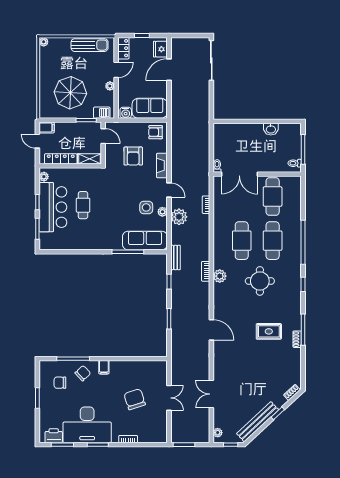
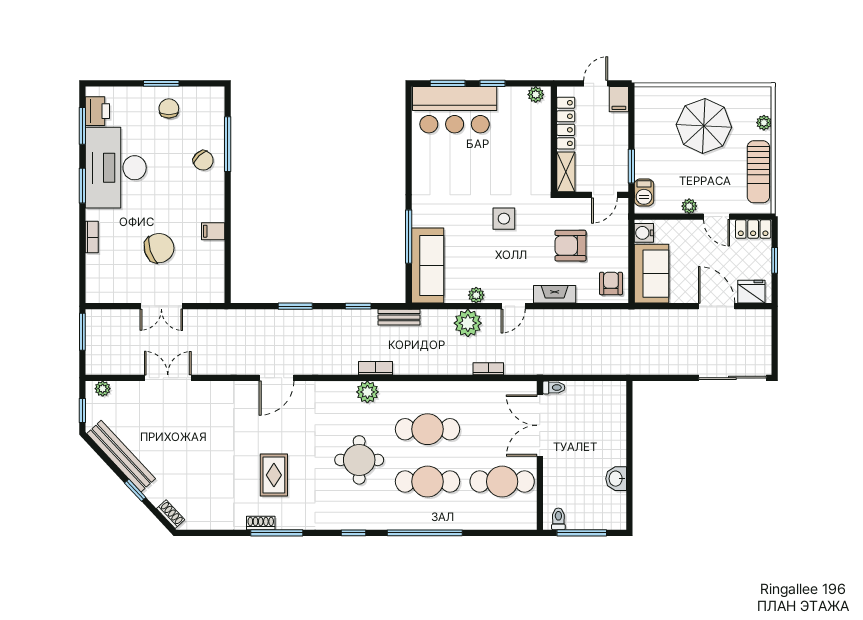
plant: (44, 42) -> (764, 123), moved
parasol: (70, 93) -> (704, 126), moved
cafe table: (83, 205) -> (487, 161), removed
bar counter: (53, 207) -> (455, 110), moved
side table: (146, 207) -> (504, 219), moved
filing cabinet: (104, 367) -> (213, 231), moved
chair: (60, 383) -> (169, 108), moved

